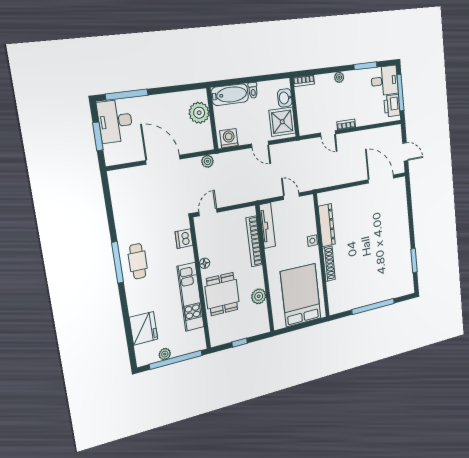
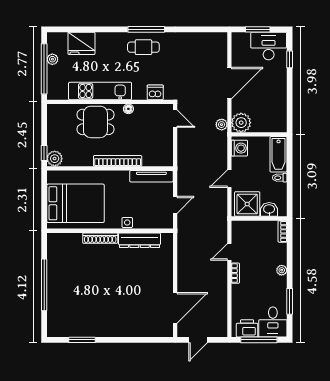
window: (127, 95) -> (290, 59), width x0.46
plant: (199, 113) -> (241, 123), moved
bookcase: (254, 241) -> (118, 161), moved
plant: (259, 296) -> (55, 159), moved
window: (240, 343) -> (44, 153), moved

